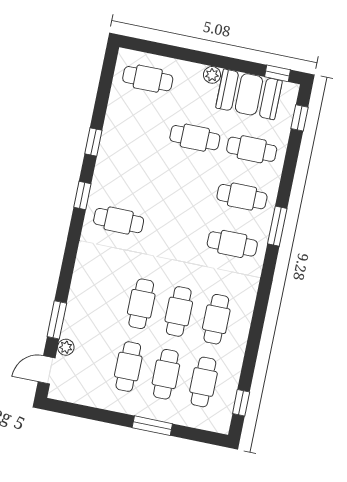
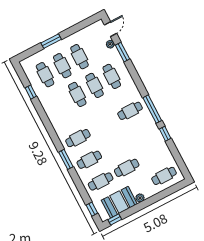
window: (82, 196) -> (152, 109), width x2.17
cafe table: (216, 319) -> (112, 76), moved
window: (241, 403) -> (31, 92), moved

